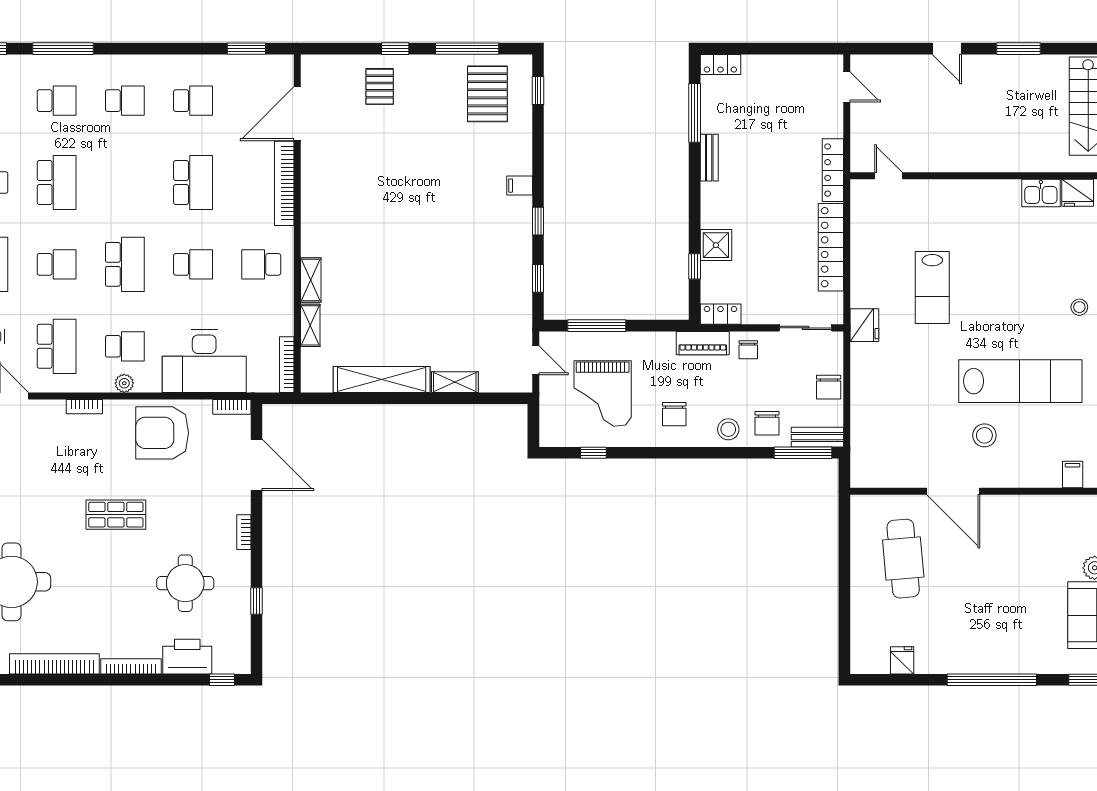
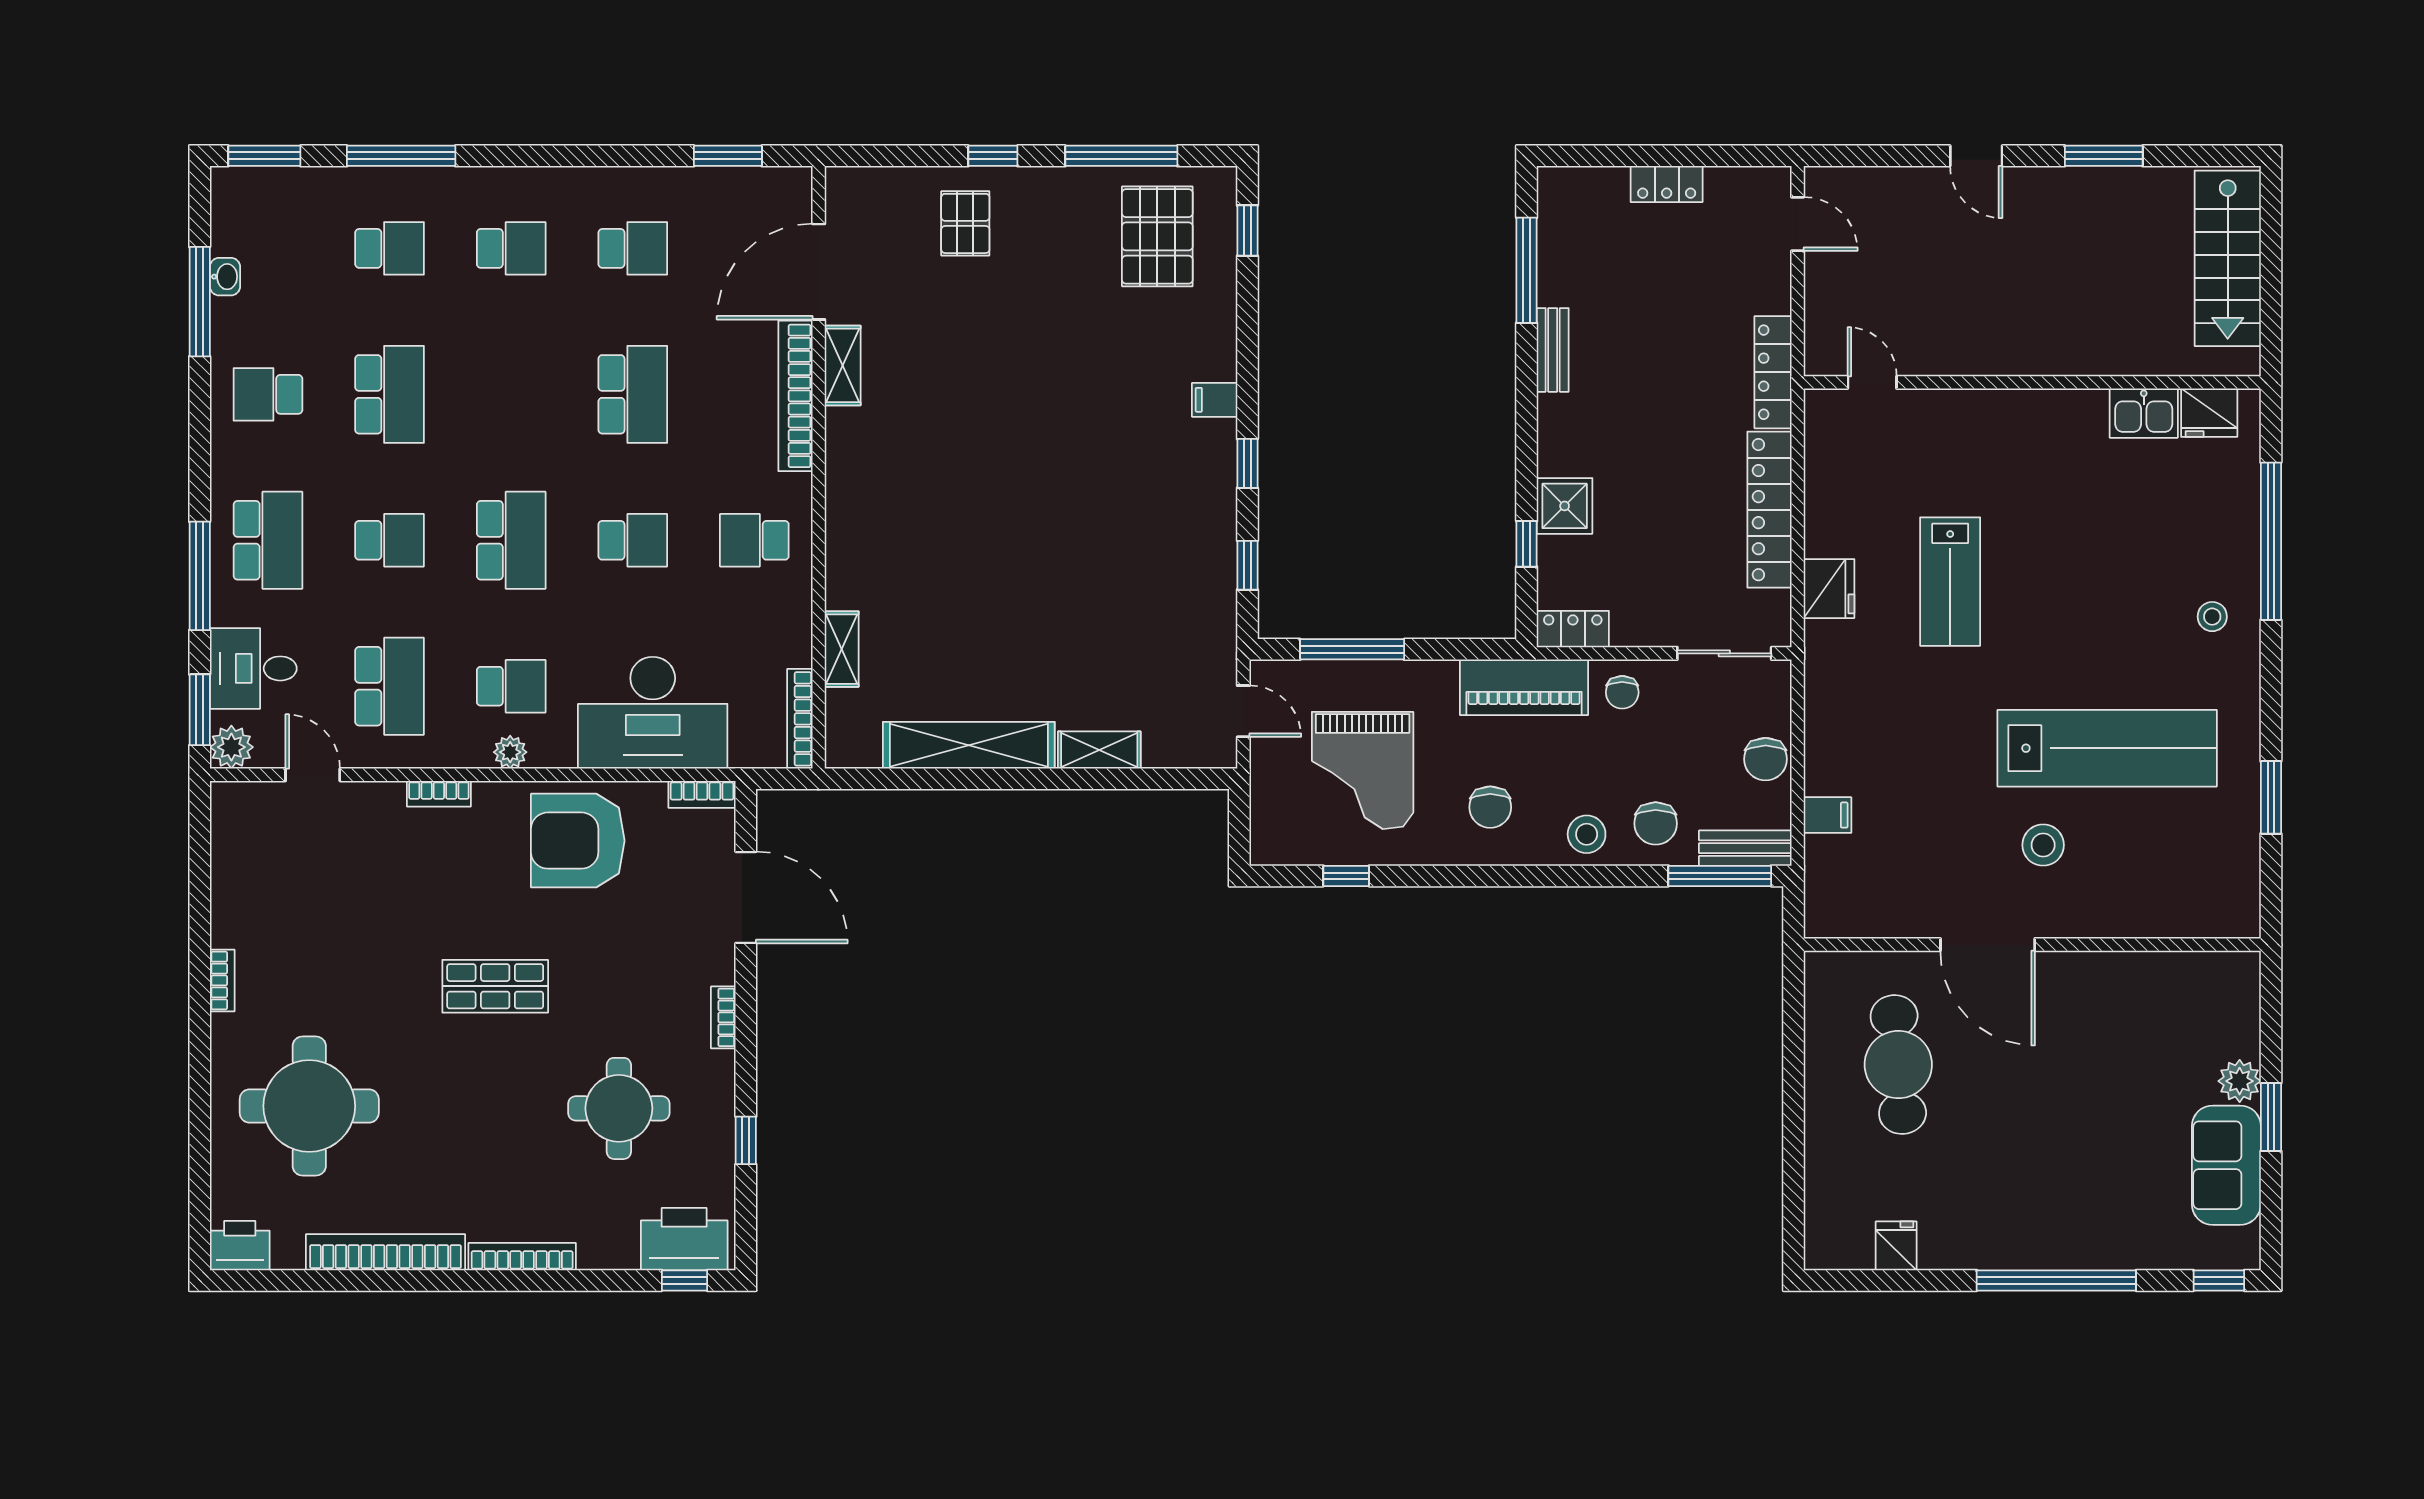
locker: (720, 64) -> (1667, 184), moved
shelving: (311, 280) -> (843, 365), moved
fridge: (864, 325) -> (1829, 589), moved
piano: (703, 343) -> (1524, 687), width x1.37, depth x1.33
filing cabinet: (1073, 475) -> (1828, 815), moved, turned 90
printer: (187, 657) -> (684, 1239), moved

